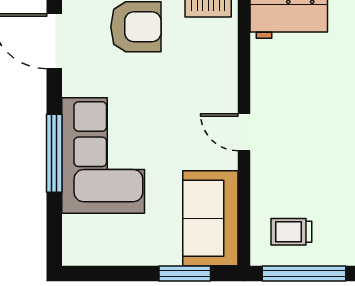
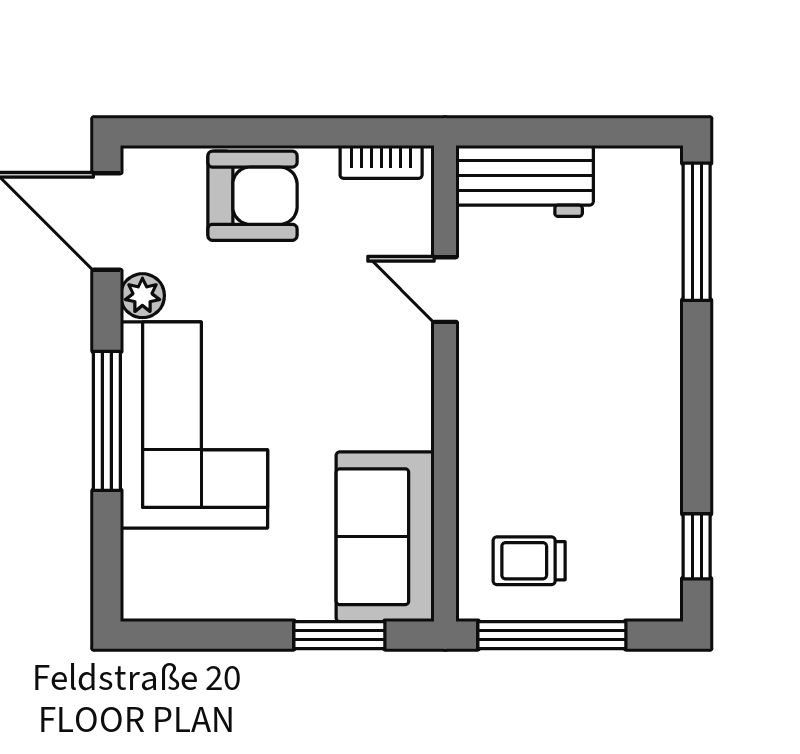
plant: (74, 83) -> (142, 296), added
door: (244, 132) -> (445, 290), moved

